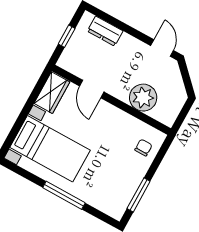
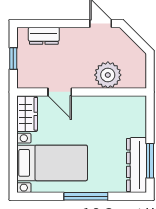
chair: (143, 148) -> (132, 118), removed
dresser: (124, 192) -> (136, 165), added

